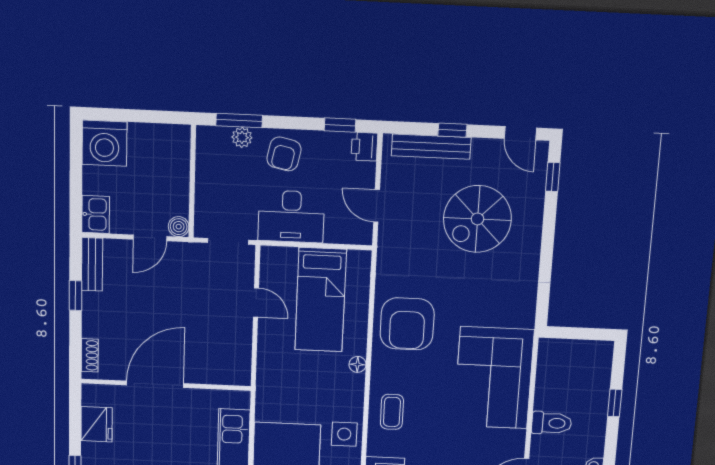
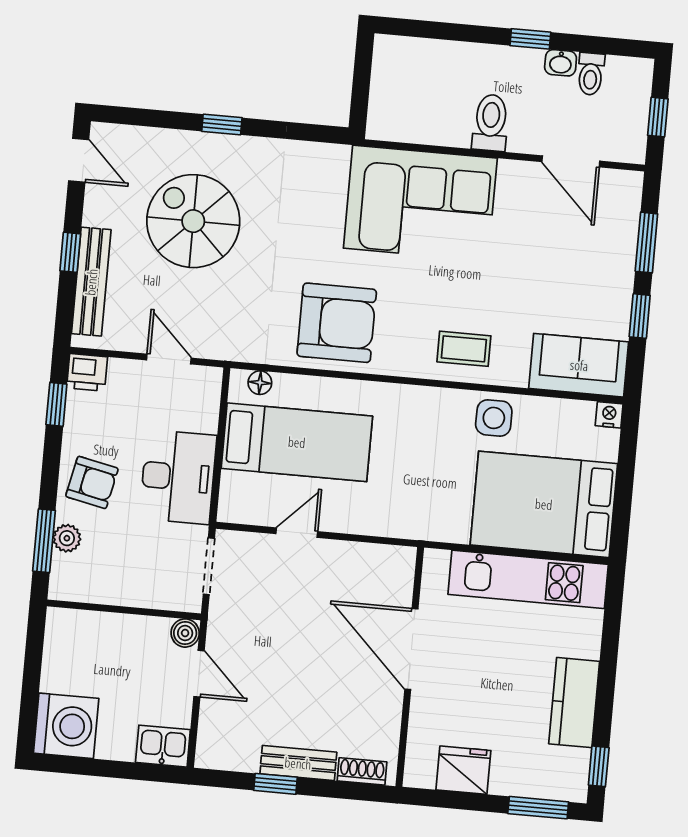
door: (520, 133) -> (79, 160), hinge flipped
window: (553, 177) -> (222, 124), moved
door: (377, 206) -> (169, 359), swing flipped
spiral stairs: (477, 219) -> (193, 221), turned 180
bench: (92, 264) -> (298, 763), moved
floor lamp: (358, 364) -> (260, 383), moved
door: (155, 384) -> (411, 649), moved
window: (615, 403) -> (530, 39), moved

